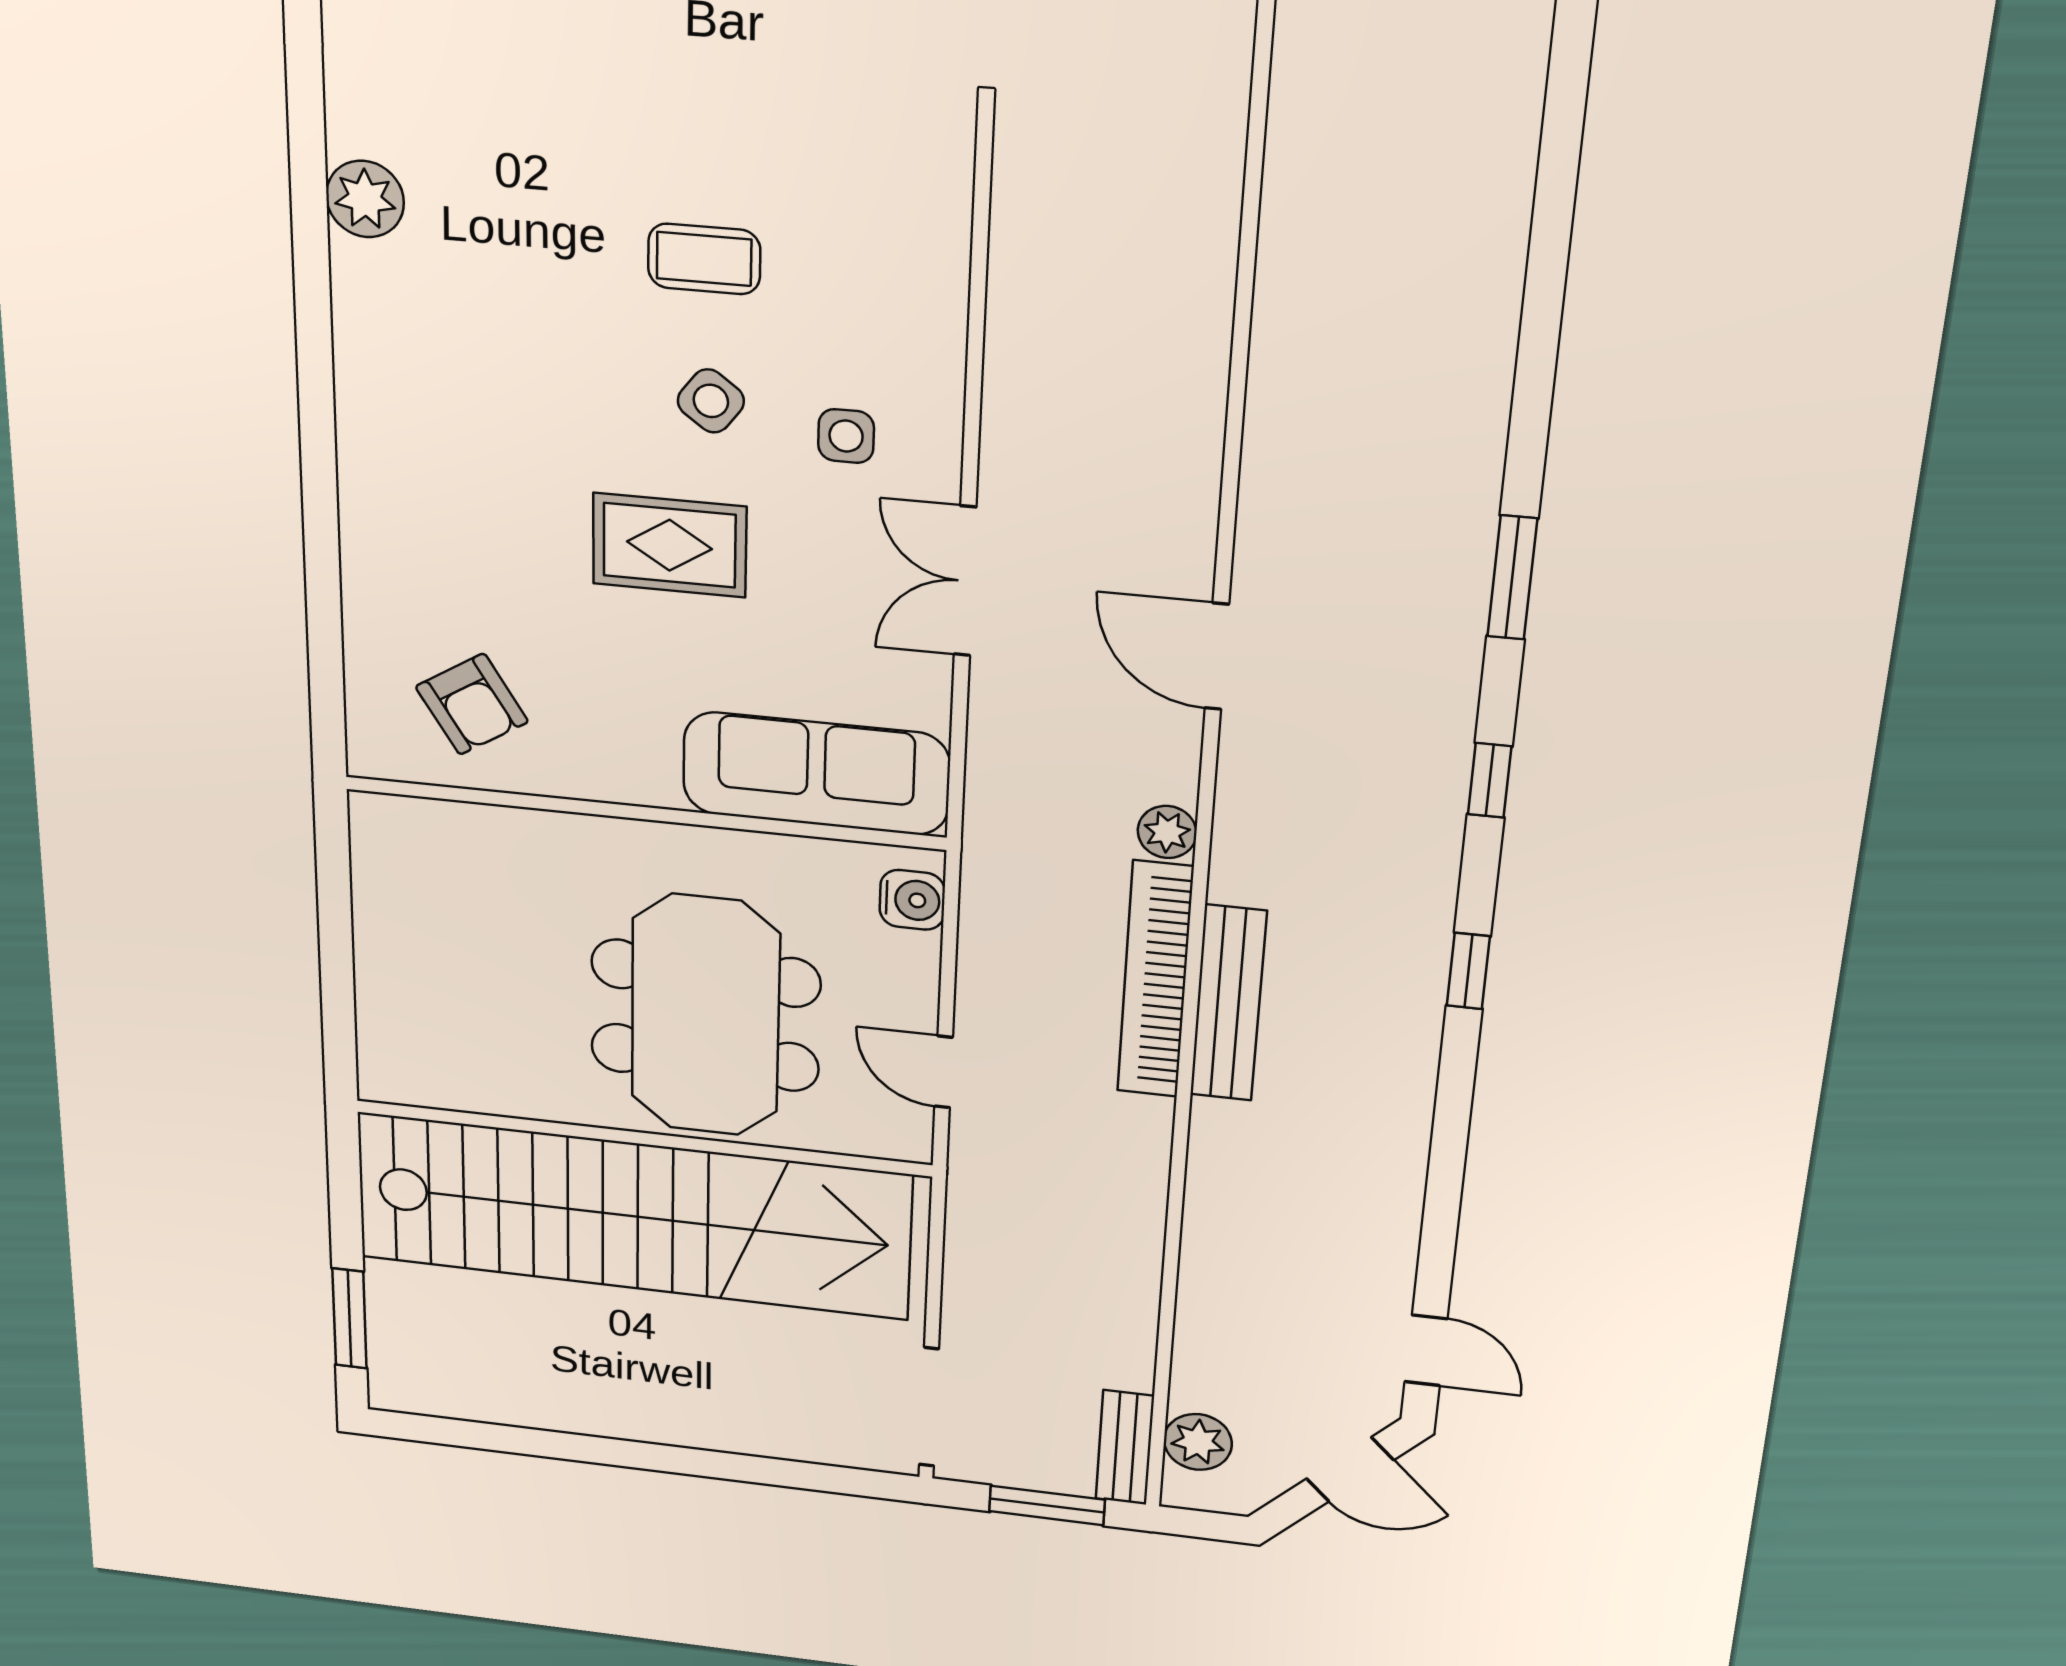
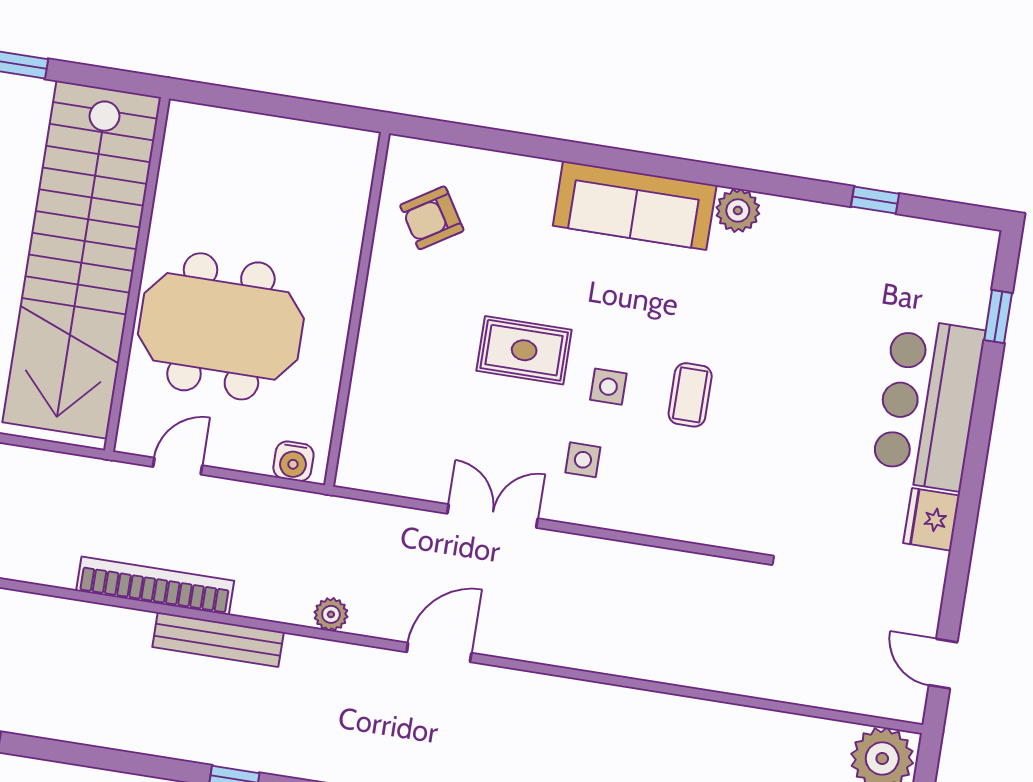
side table: (711, 401) -> (608, 387), turned -37
rug: (669, 545) -> (524, 350), turned 90
sofa: (816, 774) -> (635, 205), moved, turned 90
bookcase: (1155, 980) -> (155, 586), moved

